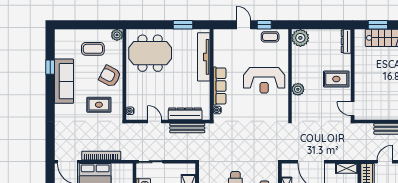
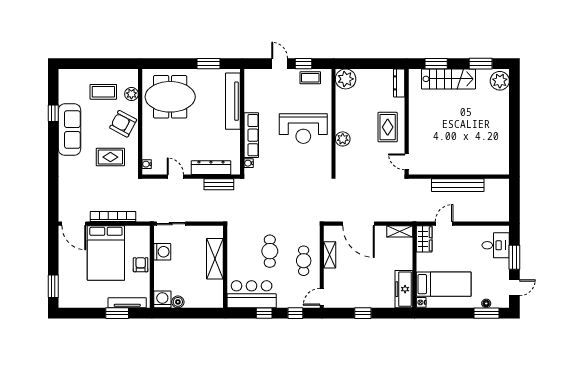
plant: (117, 35) -> (131, 94), moved
rug: (336, 79) -> (388, 127), turned 90
bench: (187, 128) -> (219, 184), width x0.73

